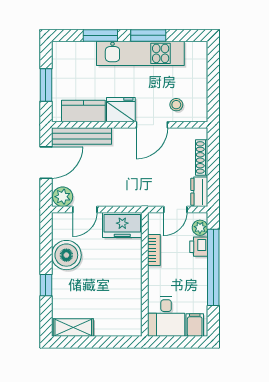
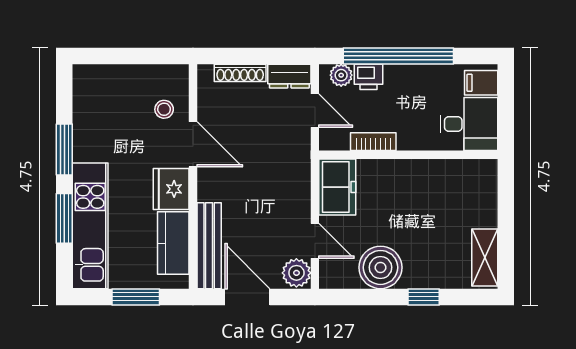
kitchen unit: (140, 53) -> (90, 226), moved

